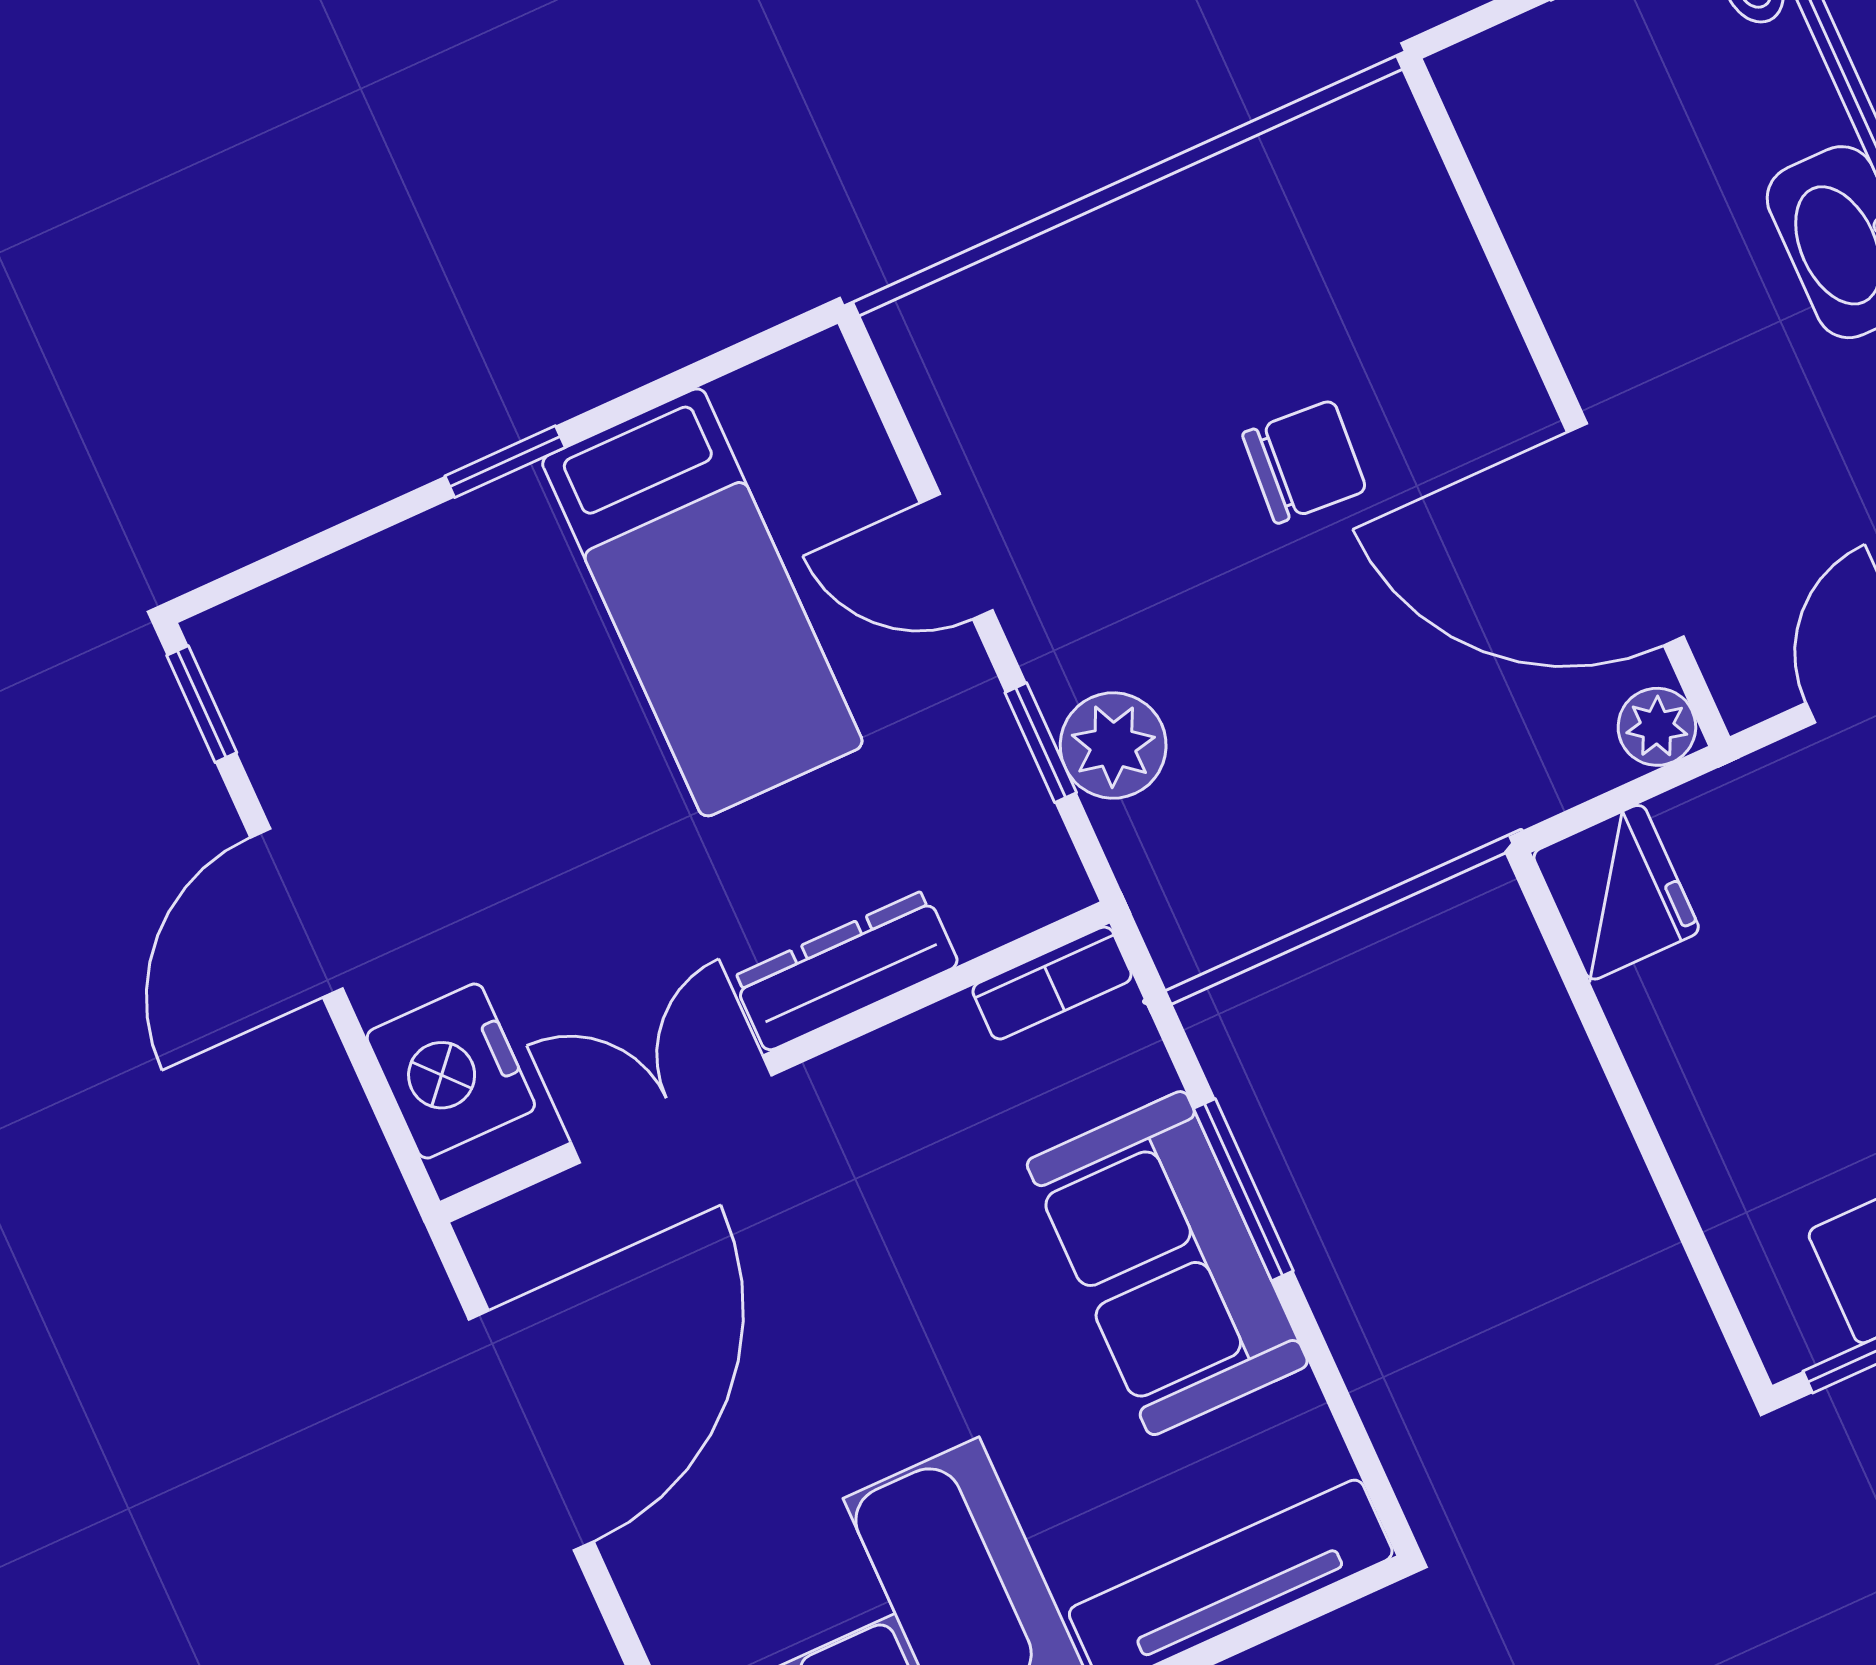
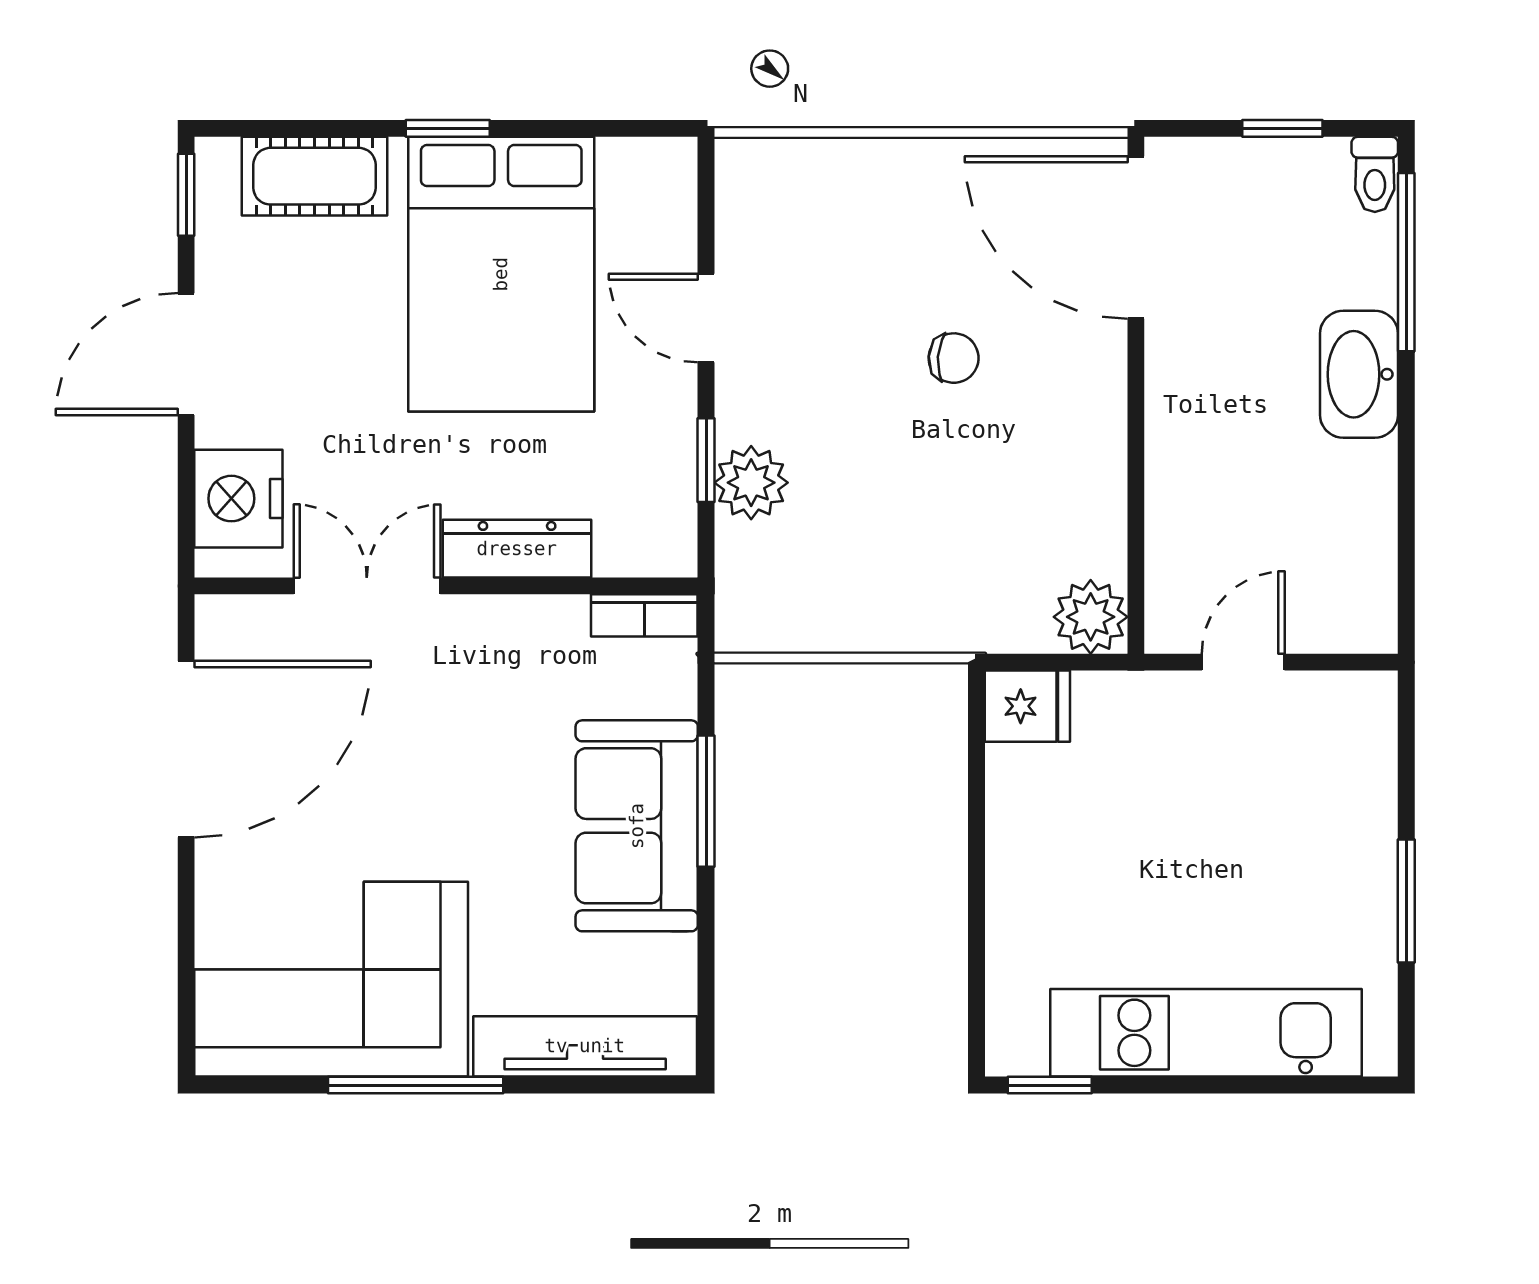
chair: (1304, 462) -> (954, 358), width x0.73, depth x0.73
door: (1625, 534) -> (1136, 238), moved
bed: (702, 602) -> (501, 274), width x1.50
cot: (359, 603) -> (315, 176), added
plant: (1657, 727) -> (1091, 617), width x1.38, depth x1.38
fridge: (1616, 892) -> (1027, 706), width x0.72

